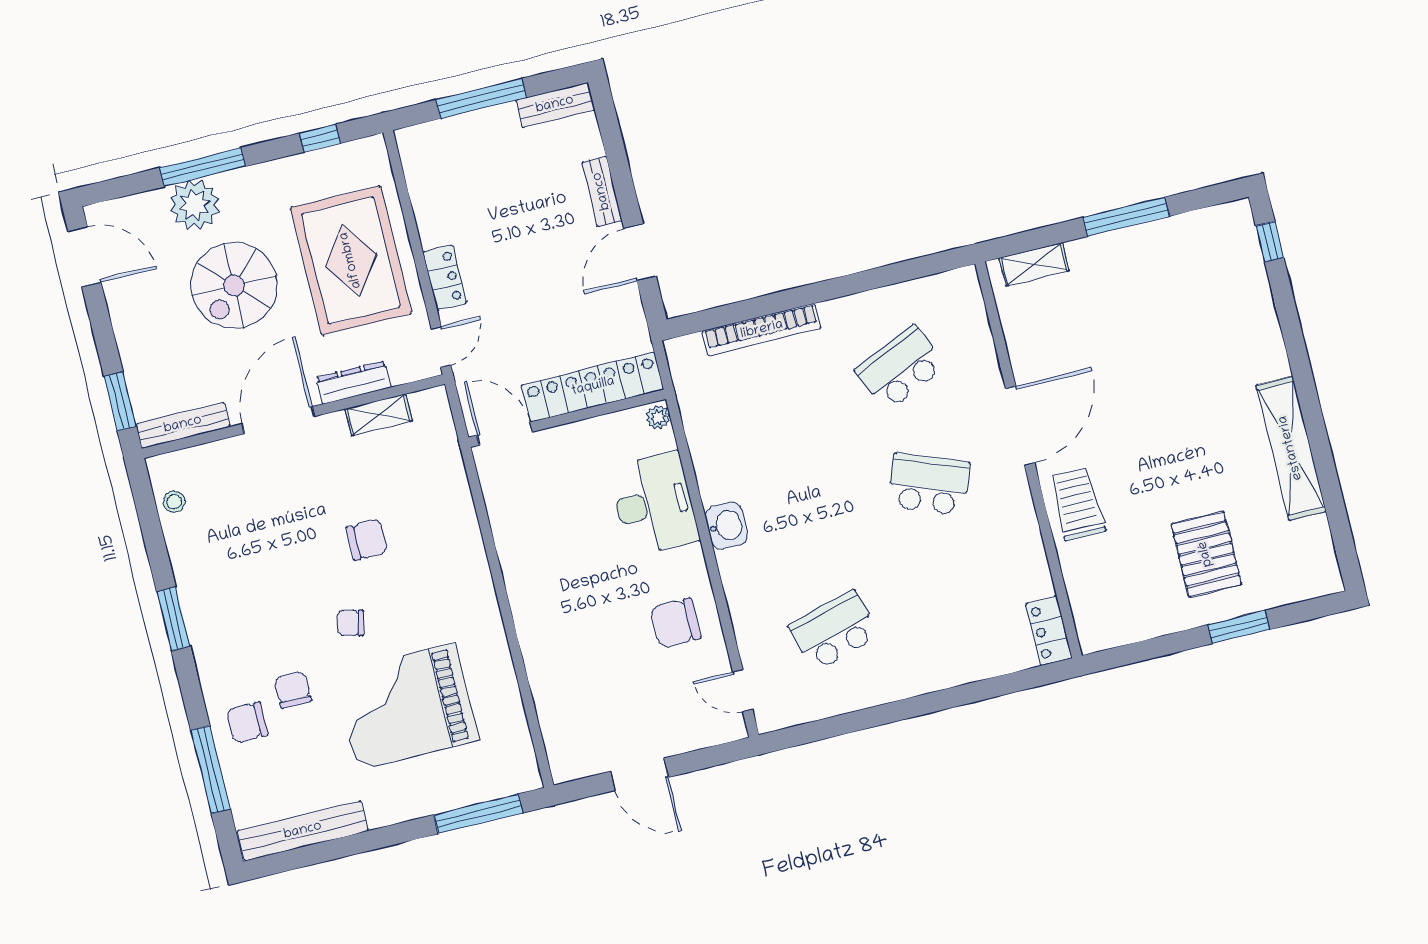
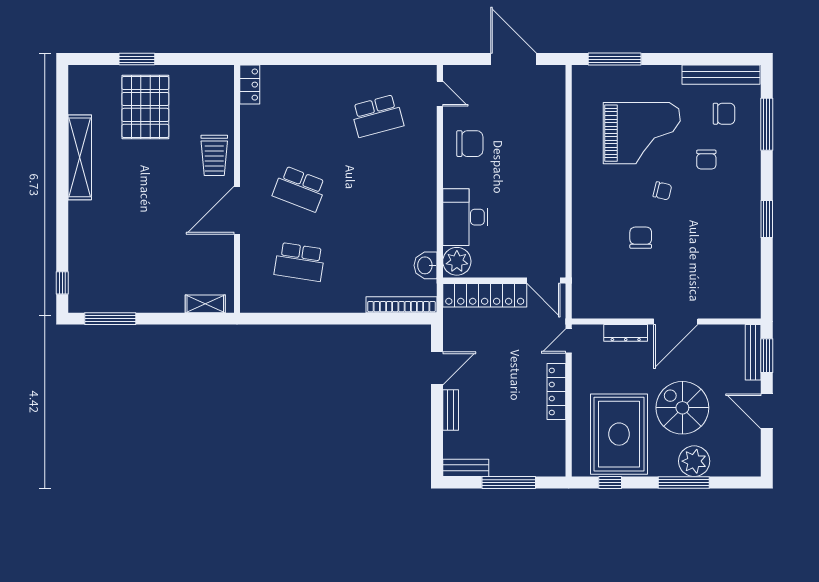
window: (1126, 217) -> (110, 319), moved
door: (85, 257) -> (767, 411), moved
rug: (351, 260) -> (619, 434), moved
locker: (445, 277) -> (556, 392), width x1.53
spiral stairs: (234, 285) -> (682, 408), turned -90
bookcase: (762, 330) -> (402, 305), moved
school desk: (900, 368) -> (300, 262), turned 33
shelving: (379, 415) -> (615, 310), removed
plant: (658, 417) -> (457, 261), width x1.87, depth x1.87
bench: (183, 425) -> (753, 352), moved, turned 90
stool: (174, 502) -> (749, 288), removed
washbasin: (726, 526) -> (426, 265), moved
chair: (367, 540) -> (641, 238), turned 90
pallet: (1206, 554) -> (145, 107), width x1.37, depth x1.41
chair: (247, 723) -> (724, 114), moved
door: (639, 774) -> (513, 59), width x1.36

